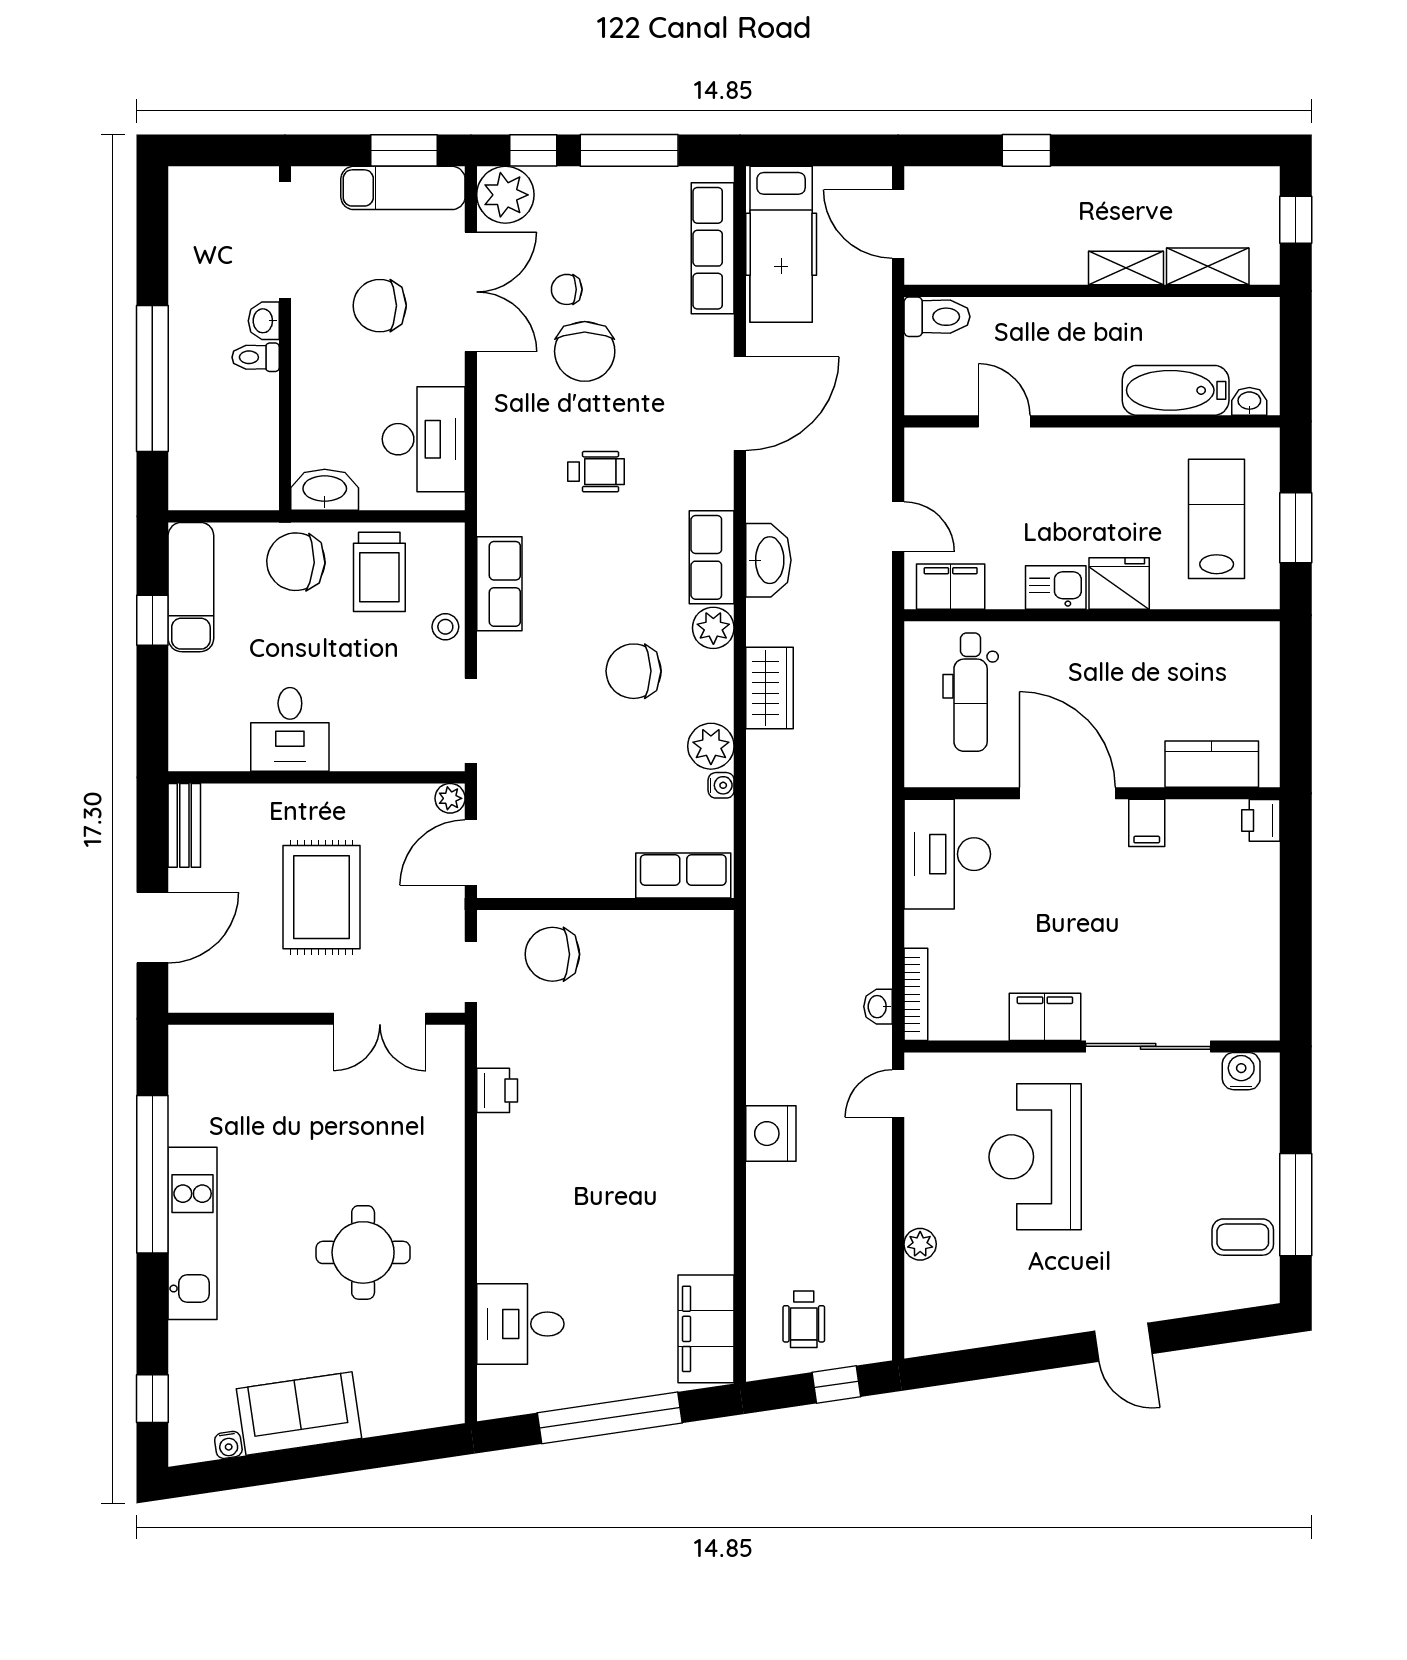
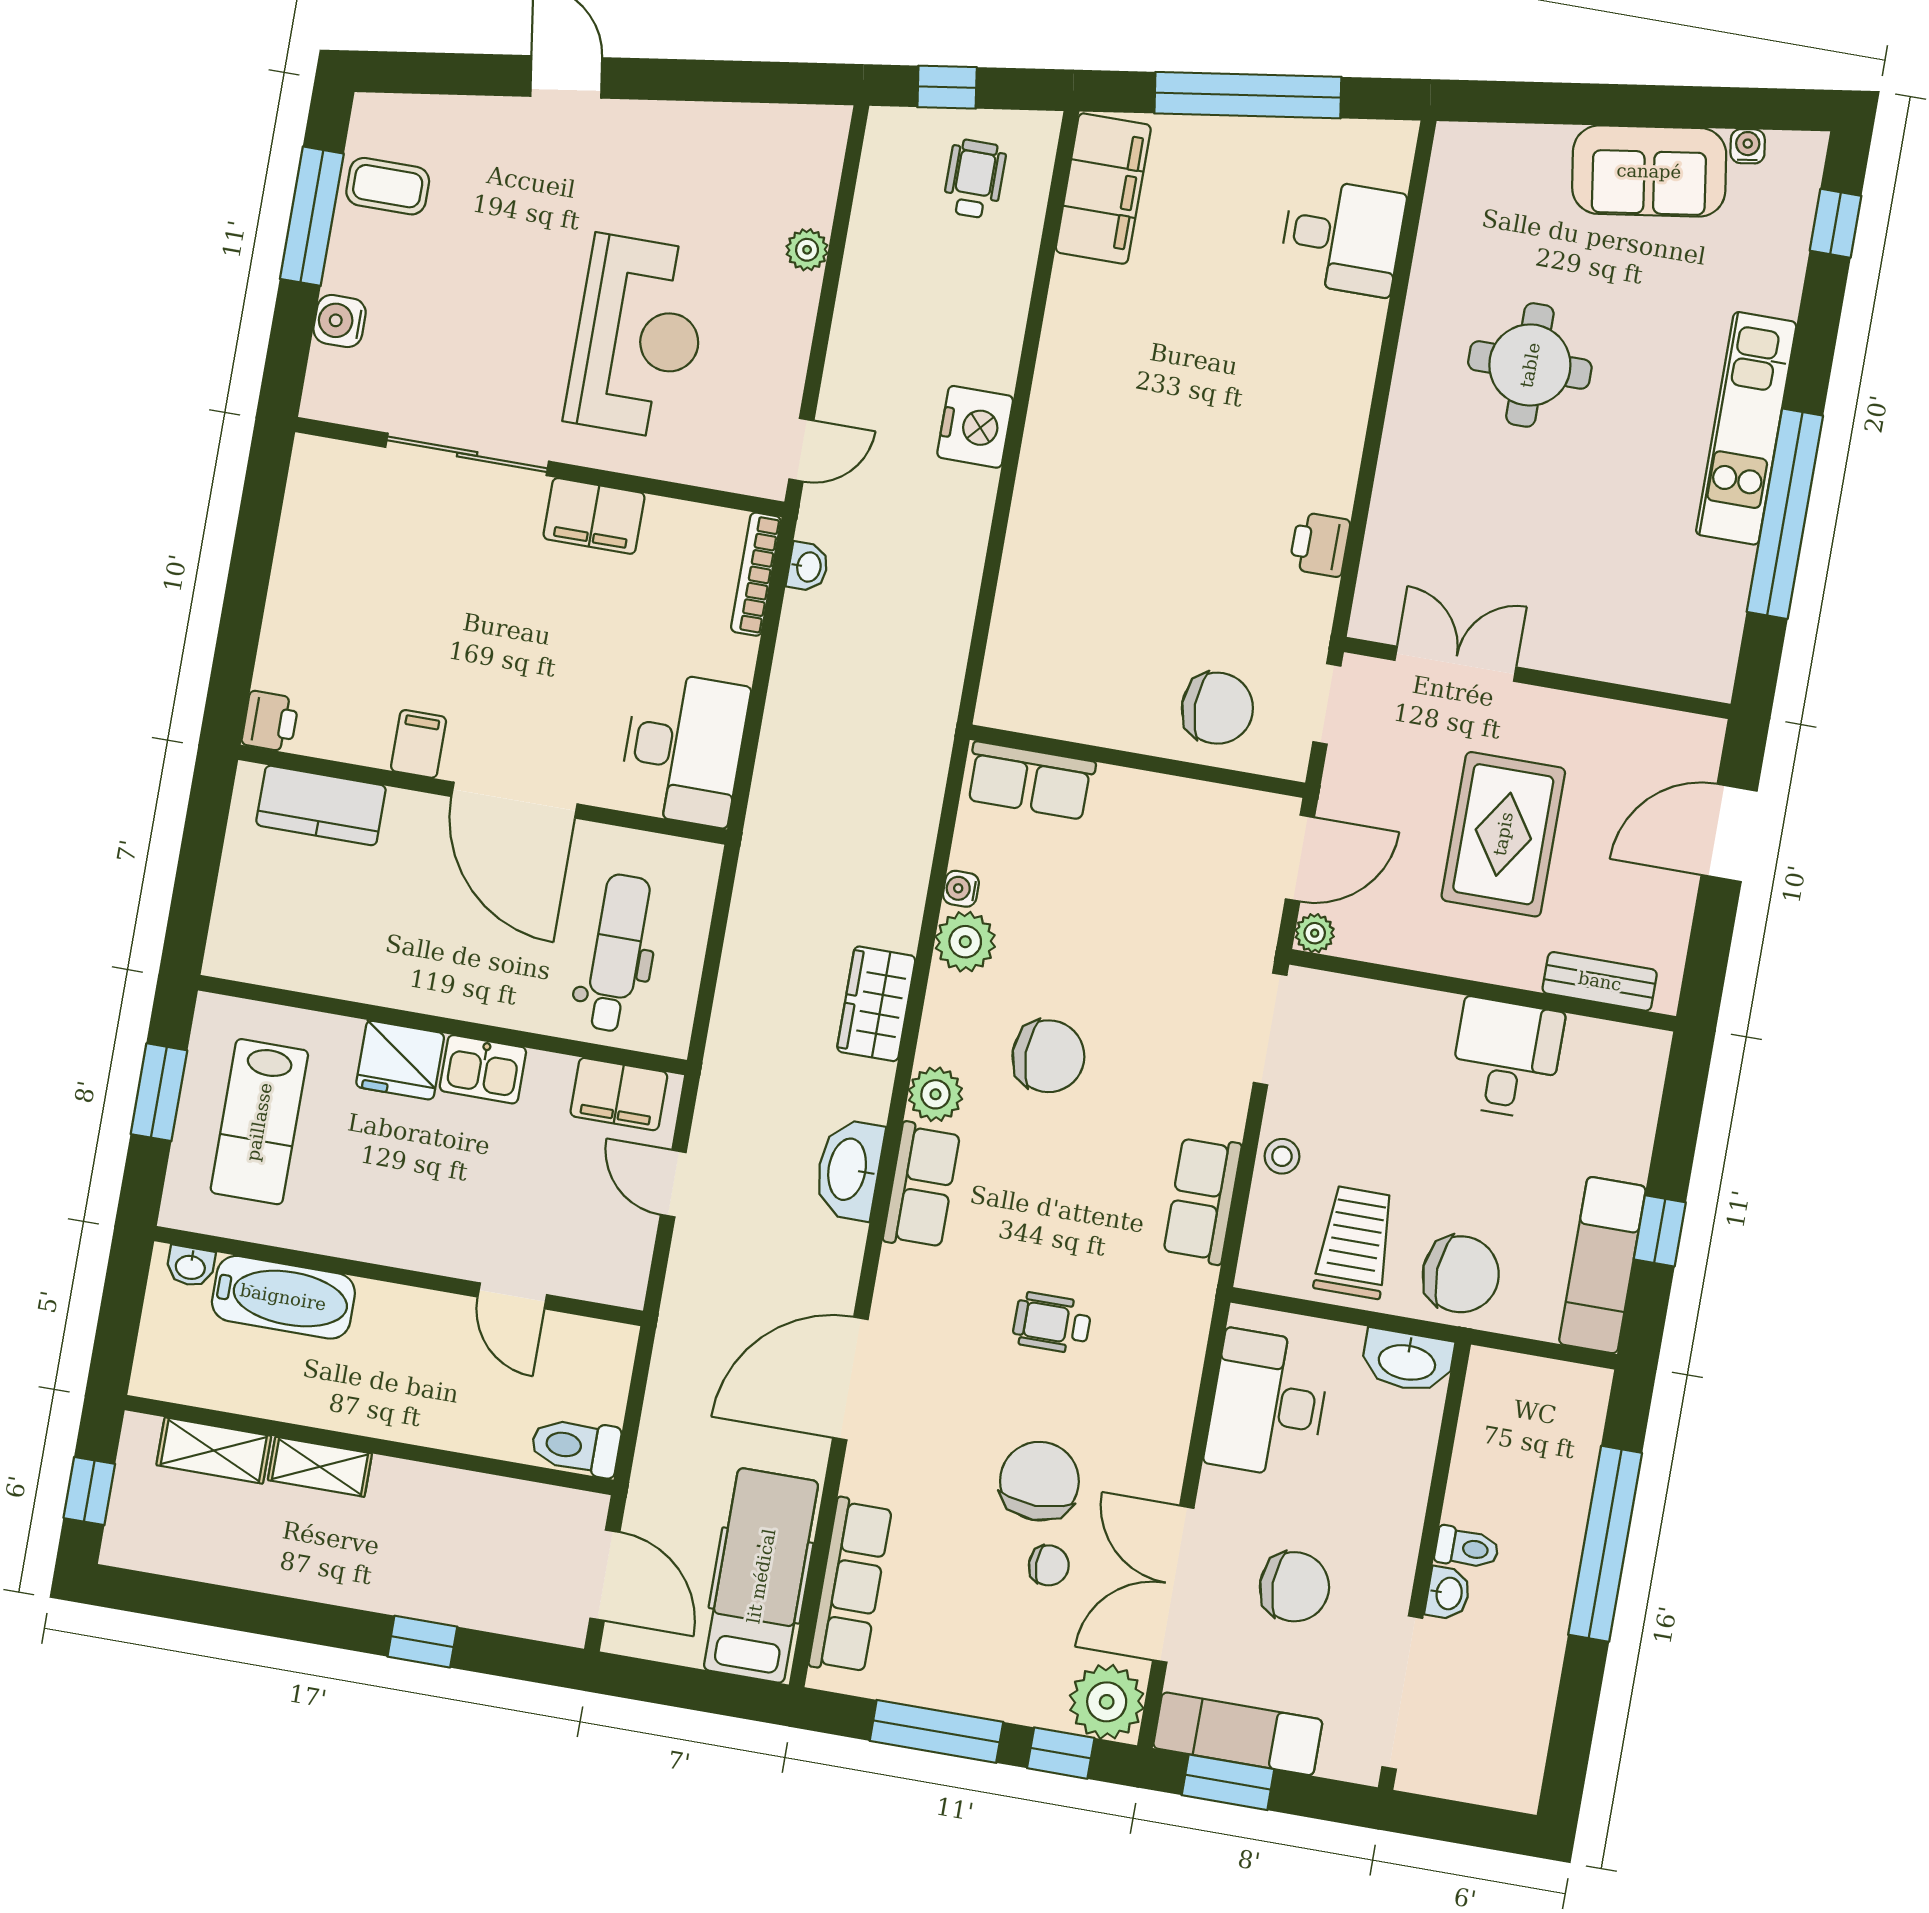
bench: (184, 825) -> (1600, 981), moved, turned 90
water cooler: (1241, 1071) -> (340, 321), moved, turned 90

